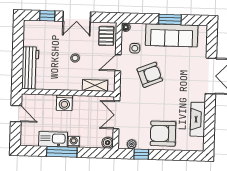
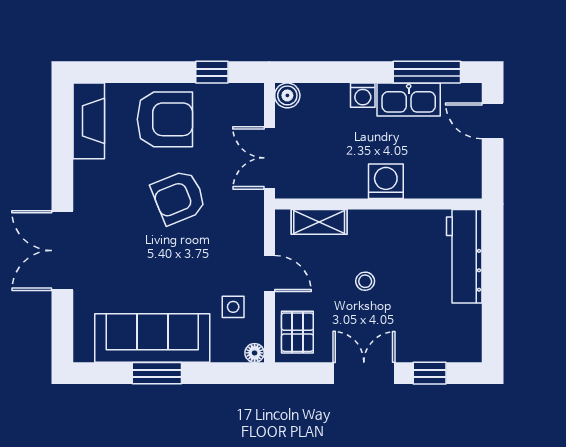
door: (118, 63) -> (269, 274), hinge flipped
armchair: (150, 75) -> (179, 197), moved
door: (16, 114) -> (493, 121), moved
double door: (116, 115) -> (269, 158), swing flipped
fireplace: (198, 119) -> (89, 121), moved
plant: (132, 144) -> (234, 94), removed
window: (62, 152) -> (427, 72), moved

